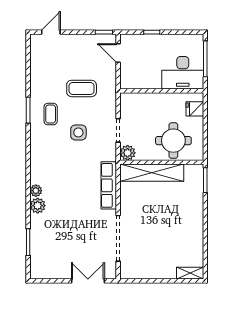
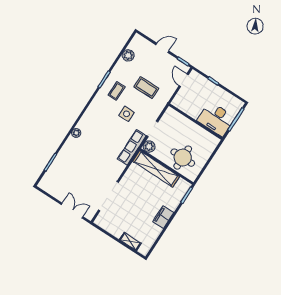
door: (51, 32) -> (162, 48), moved
fridge: (195, 109) -> (209, 146), removed
row of seats: (109, 185) -> (132, 147), moved
plant: (38, 206) -> (128, 55), moved
filing cabinet: (195, 222) -> (163, 217), added
shelving: (190, 273) -> (130, 242), moved

